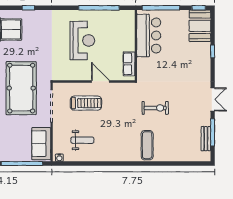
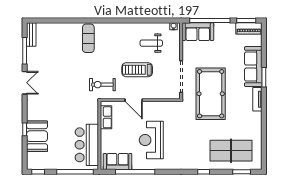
sofa: (117, 18) -> (118, 162), added
booth: (200, 26) -> (37, 136), moved
double door: (213, 99) -> (25, 83), swing flipped
treadmill: (86, 103) -> (137, 70), moved
exercise bike: (155, 108) -> (102, 85), moved
bench: (206, 139) -> (31, 34), moved
sofa: (41, 144) -> (198, 32), moved, turned 90

